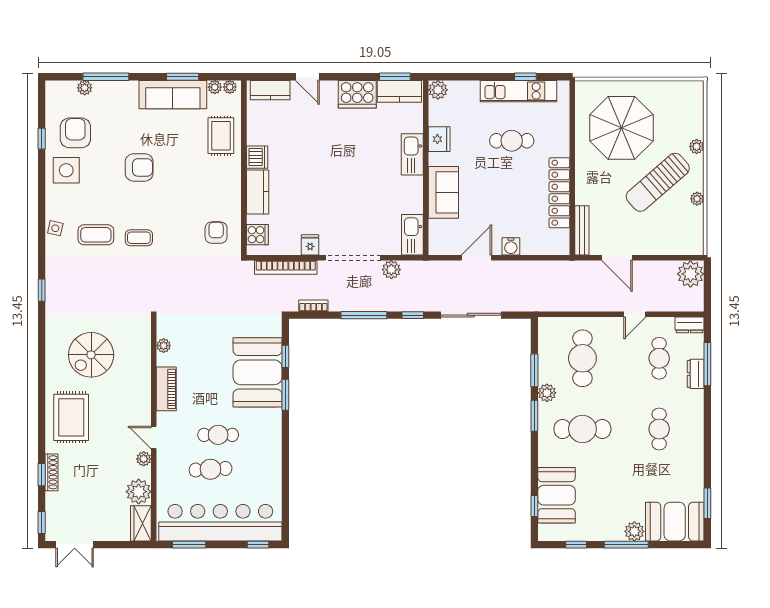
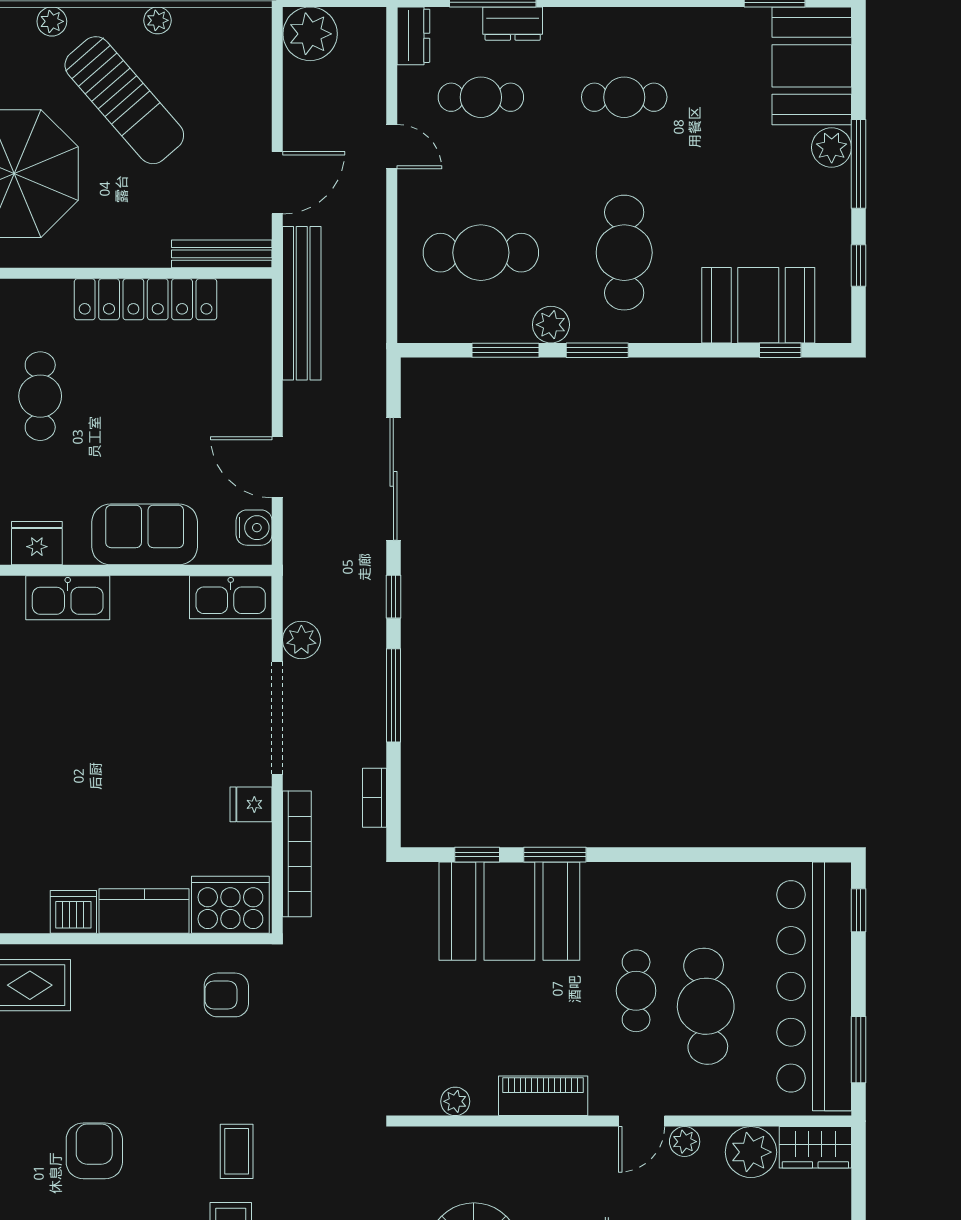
cooker: (257, 235) -> (230, 905), width x1.87, depth x1.31
water cooler: (511, 246) -> (254, 528), moved
bench: (558, 270) -> (302, 303), added
cafe table: (211, 469) -> (706, 1006), width x1.37, depth x1.35

